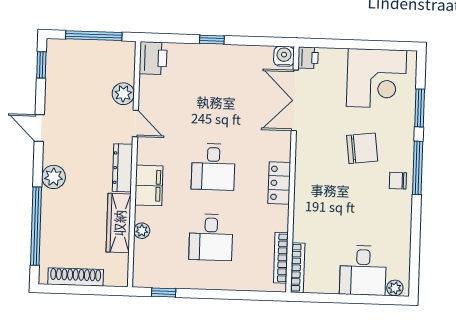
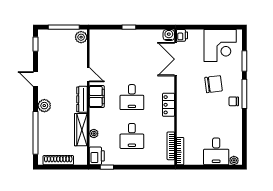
printer: (153, 58) -> (97, 156), moved
plant: (123, 94) -> (81, 37), moved
filing cabinet: (149, 185) -> (97, 96), moved

